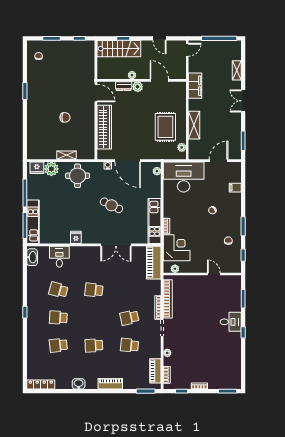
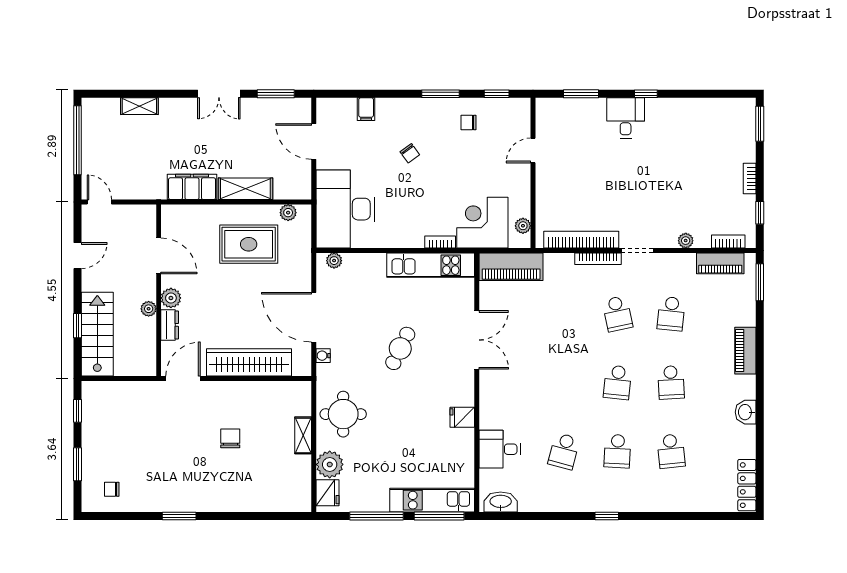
door: (159, 80) -> (159, 256), swing flipped
filing cabinet: (195, 86) -> (192, 187), moved
double door: (243, 101) -> (219, 94), moved
door: (128, 161) -> (314, 317), swing flipped
school desk: (94, 290) -> (617, 382), moved

